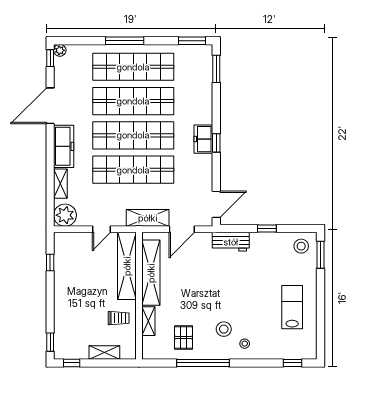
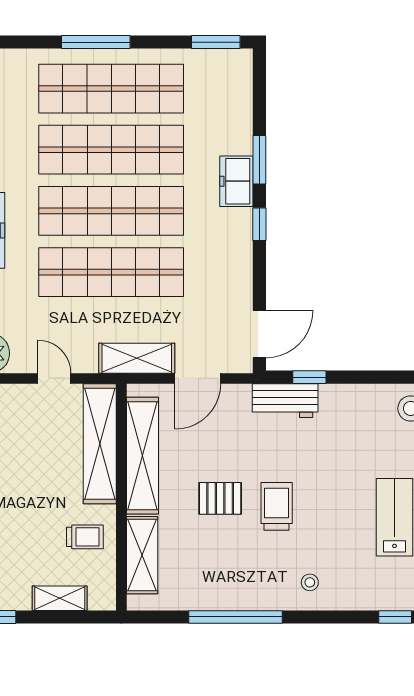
window: (216, 69) -> (259, 160), moved
freezer: (203, 139) -> (236, 181), moved
door: (102, 229) -> (54, 378), swing flipped
window: (267, 229) -> (309, 377), moved
trolley: (226, 301) -> (277, 506), added
shelving: (148, 321) -> (142, 555), width x1.50, depth x1.33
stool: (224, 329) -> (272, 557), removed
pallet: (183, 338) -> (220, 498), moved, turned 90

